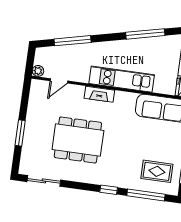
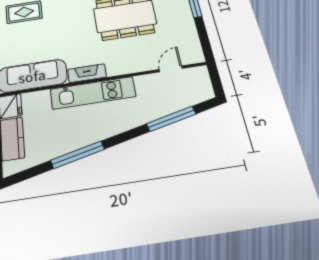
plant: (38, 71) -> (201, 72), removed
fireplace: (99, 94) -> (87, 73), moved

